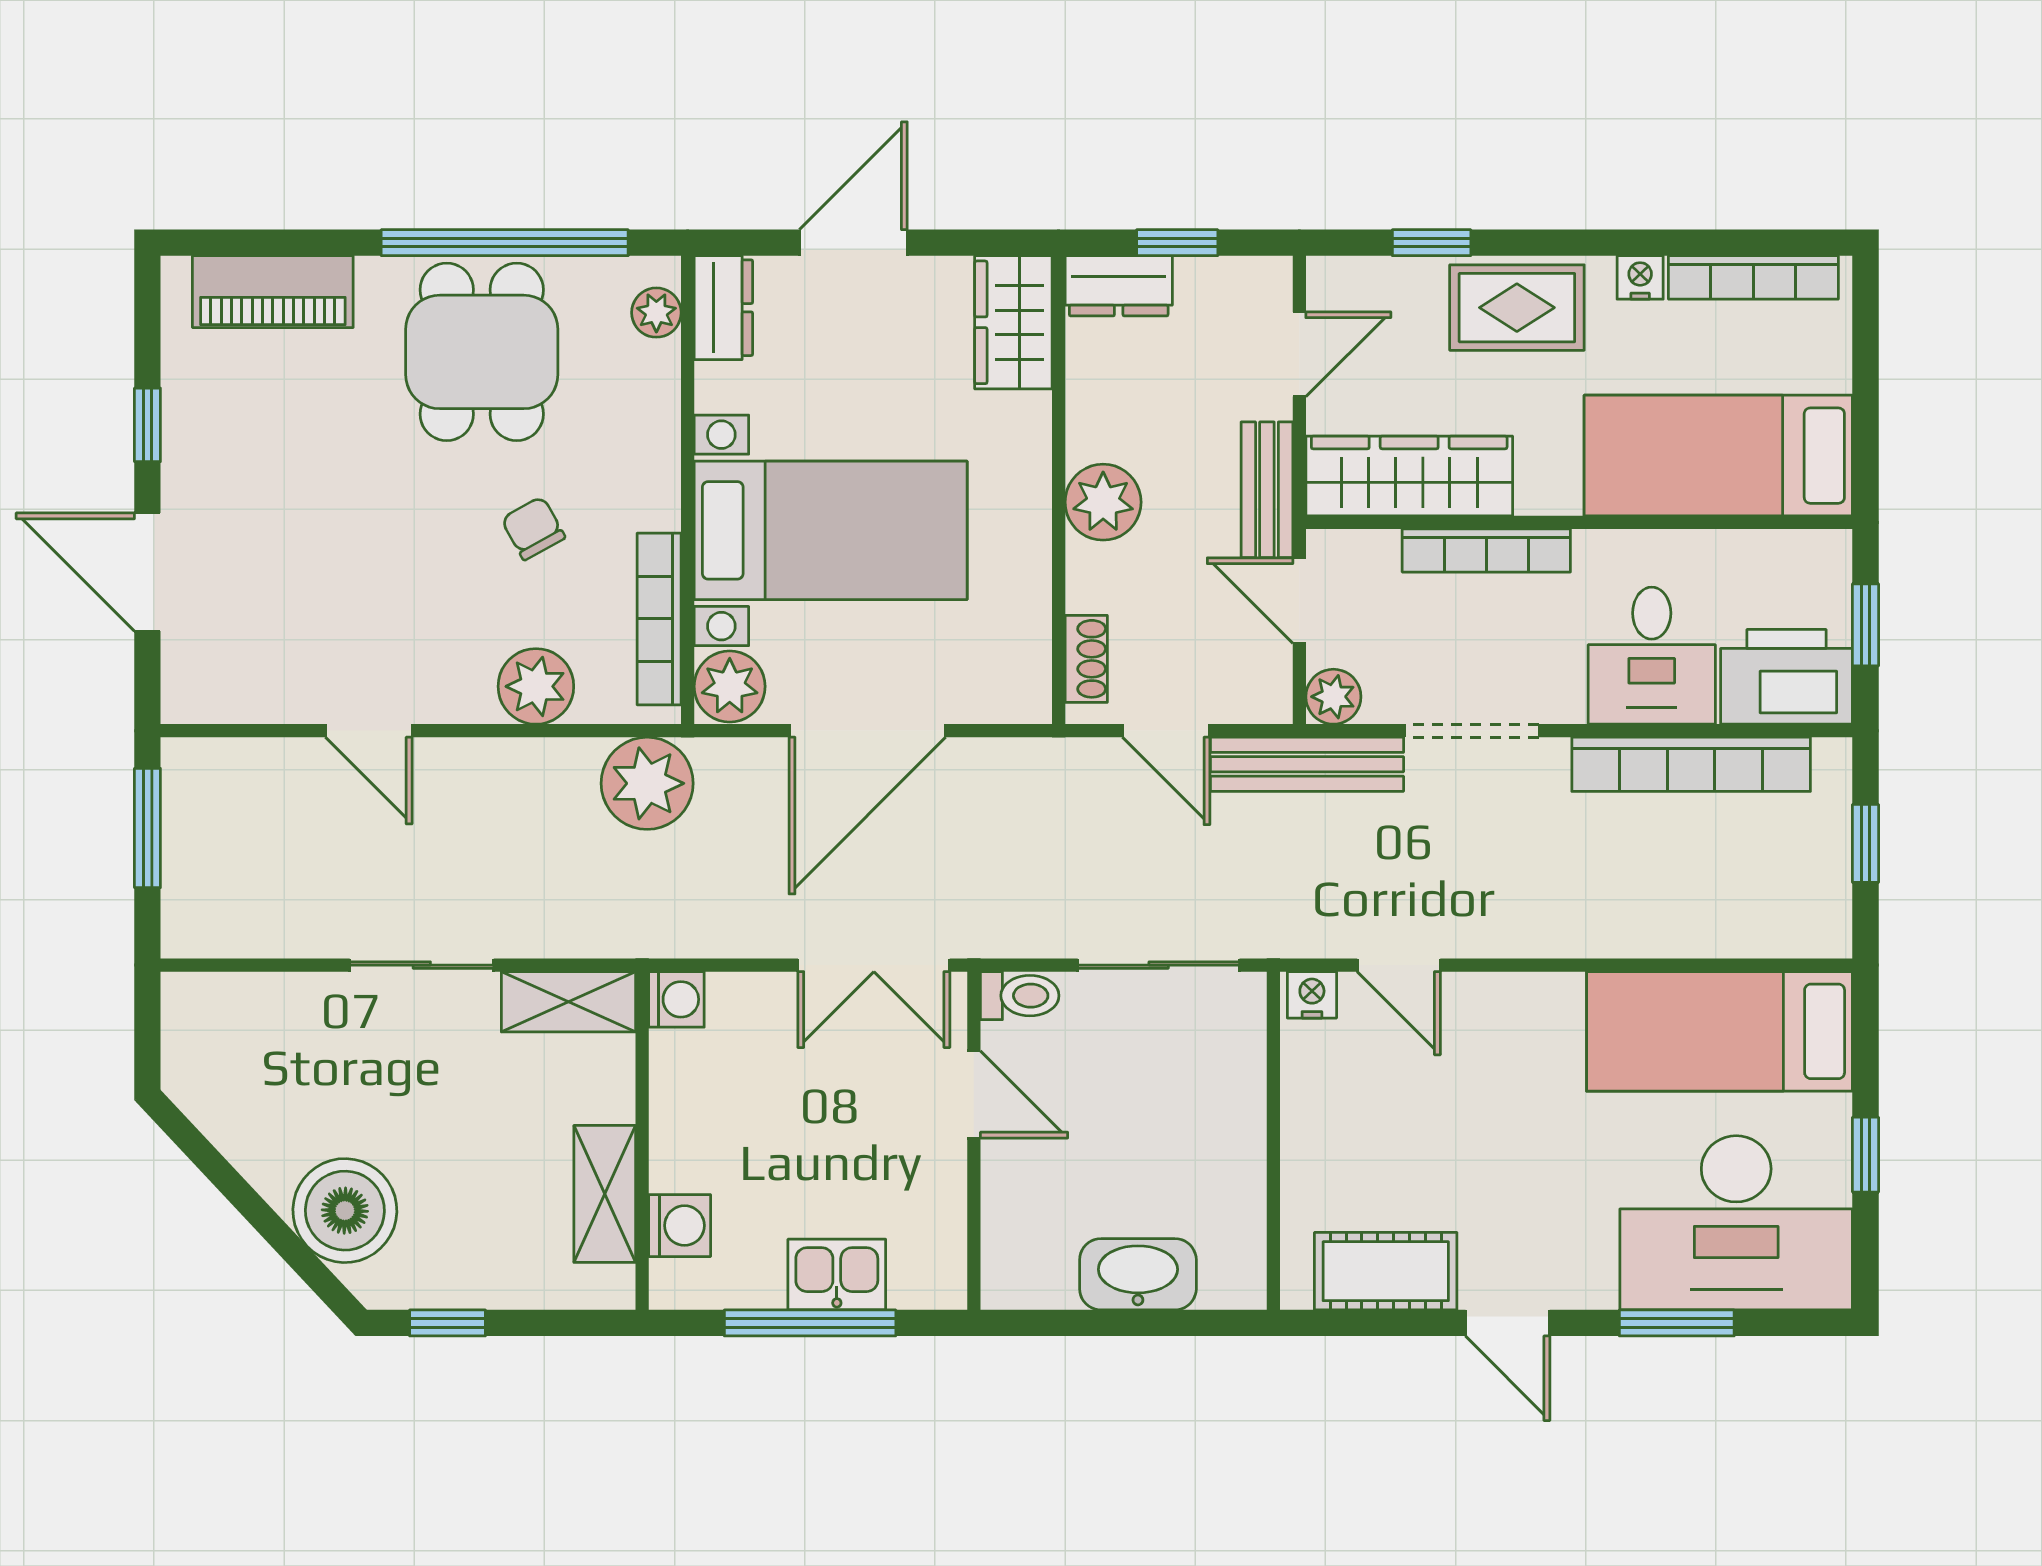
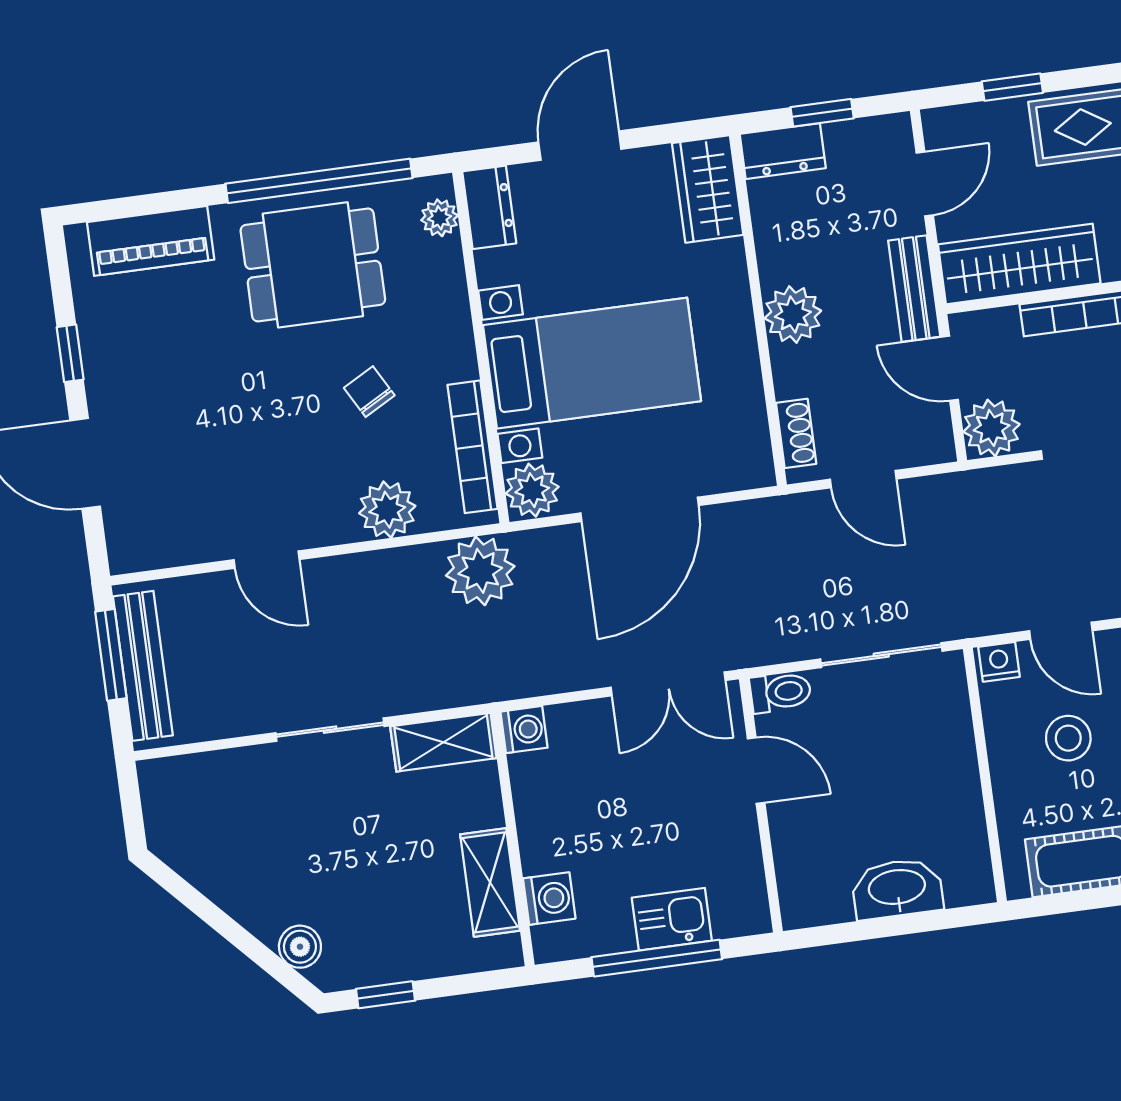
dining table: (482, 352) -> (313, 265), turned 90
plant: (1333, 697) -> (992, 428), width x1.38, depth x1.38
bench: (1307, 764) -> (143, 666), moved, turned 90
stool: (1389, 1107) -> (1068, 738), added
boiler: (345, 1211) -> (300, 947), width x0.54, depth x0.54

